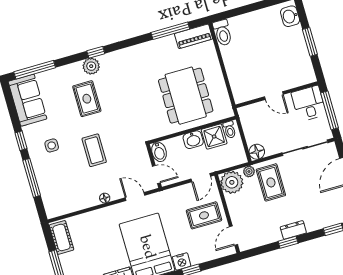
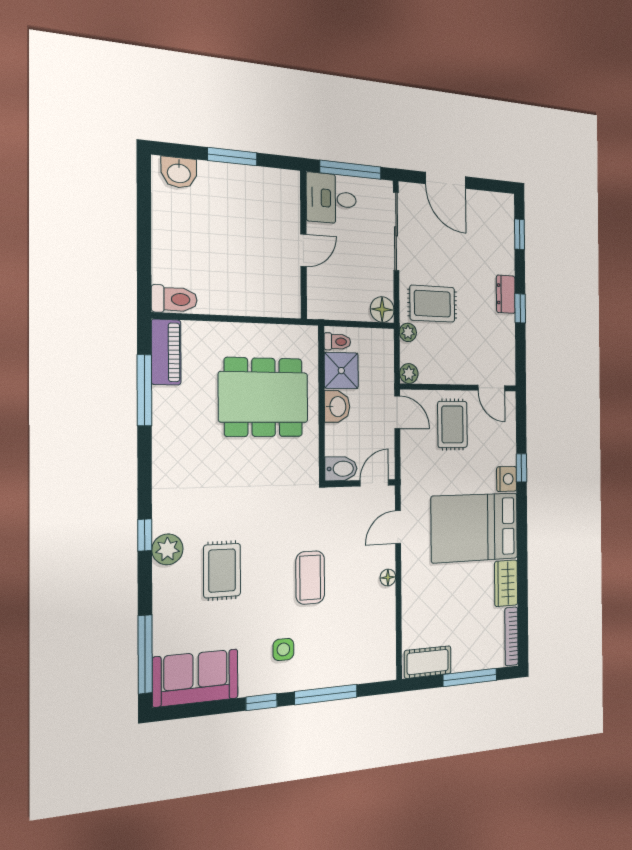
rug: (87, 99) -> (222, 570), turned 90
coffee table: (94, 150) -> (310, 578), turned 90
plant: (232, 182) -> (409, 374), width x0.53, depth x0.53

